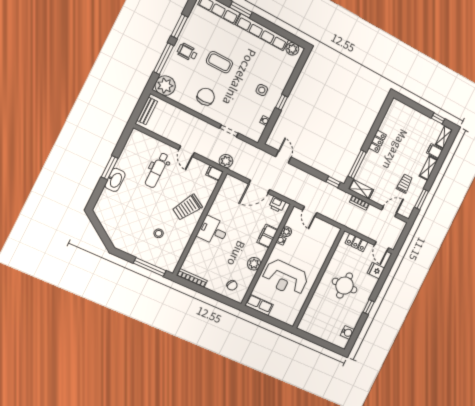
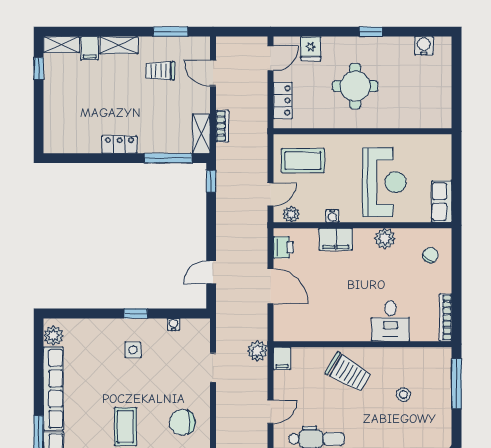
desk: (213, 231) -> (390, 321), moved
plant: (286, 232) -> (291, 214), moved
coffee table: (319, 238) -> (303, 161), added

